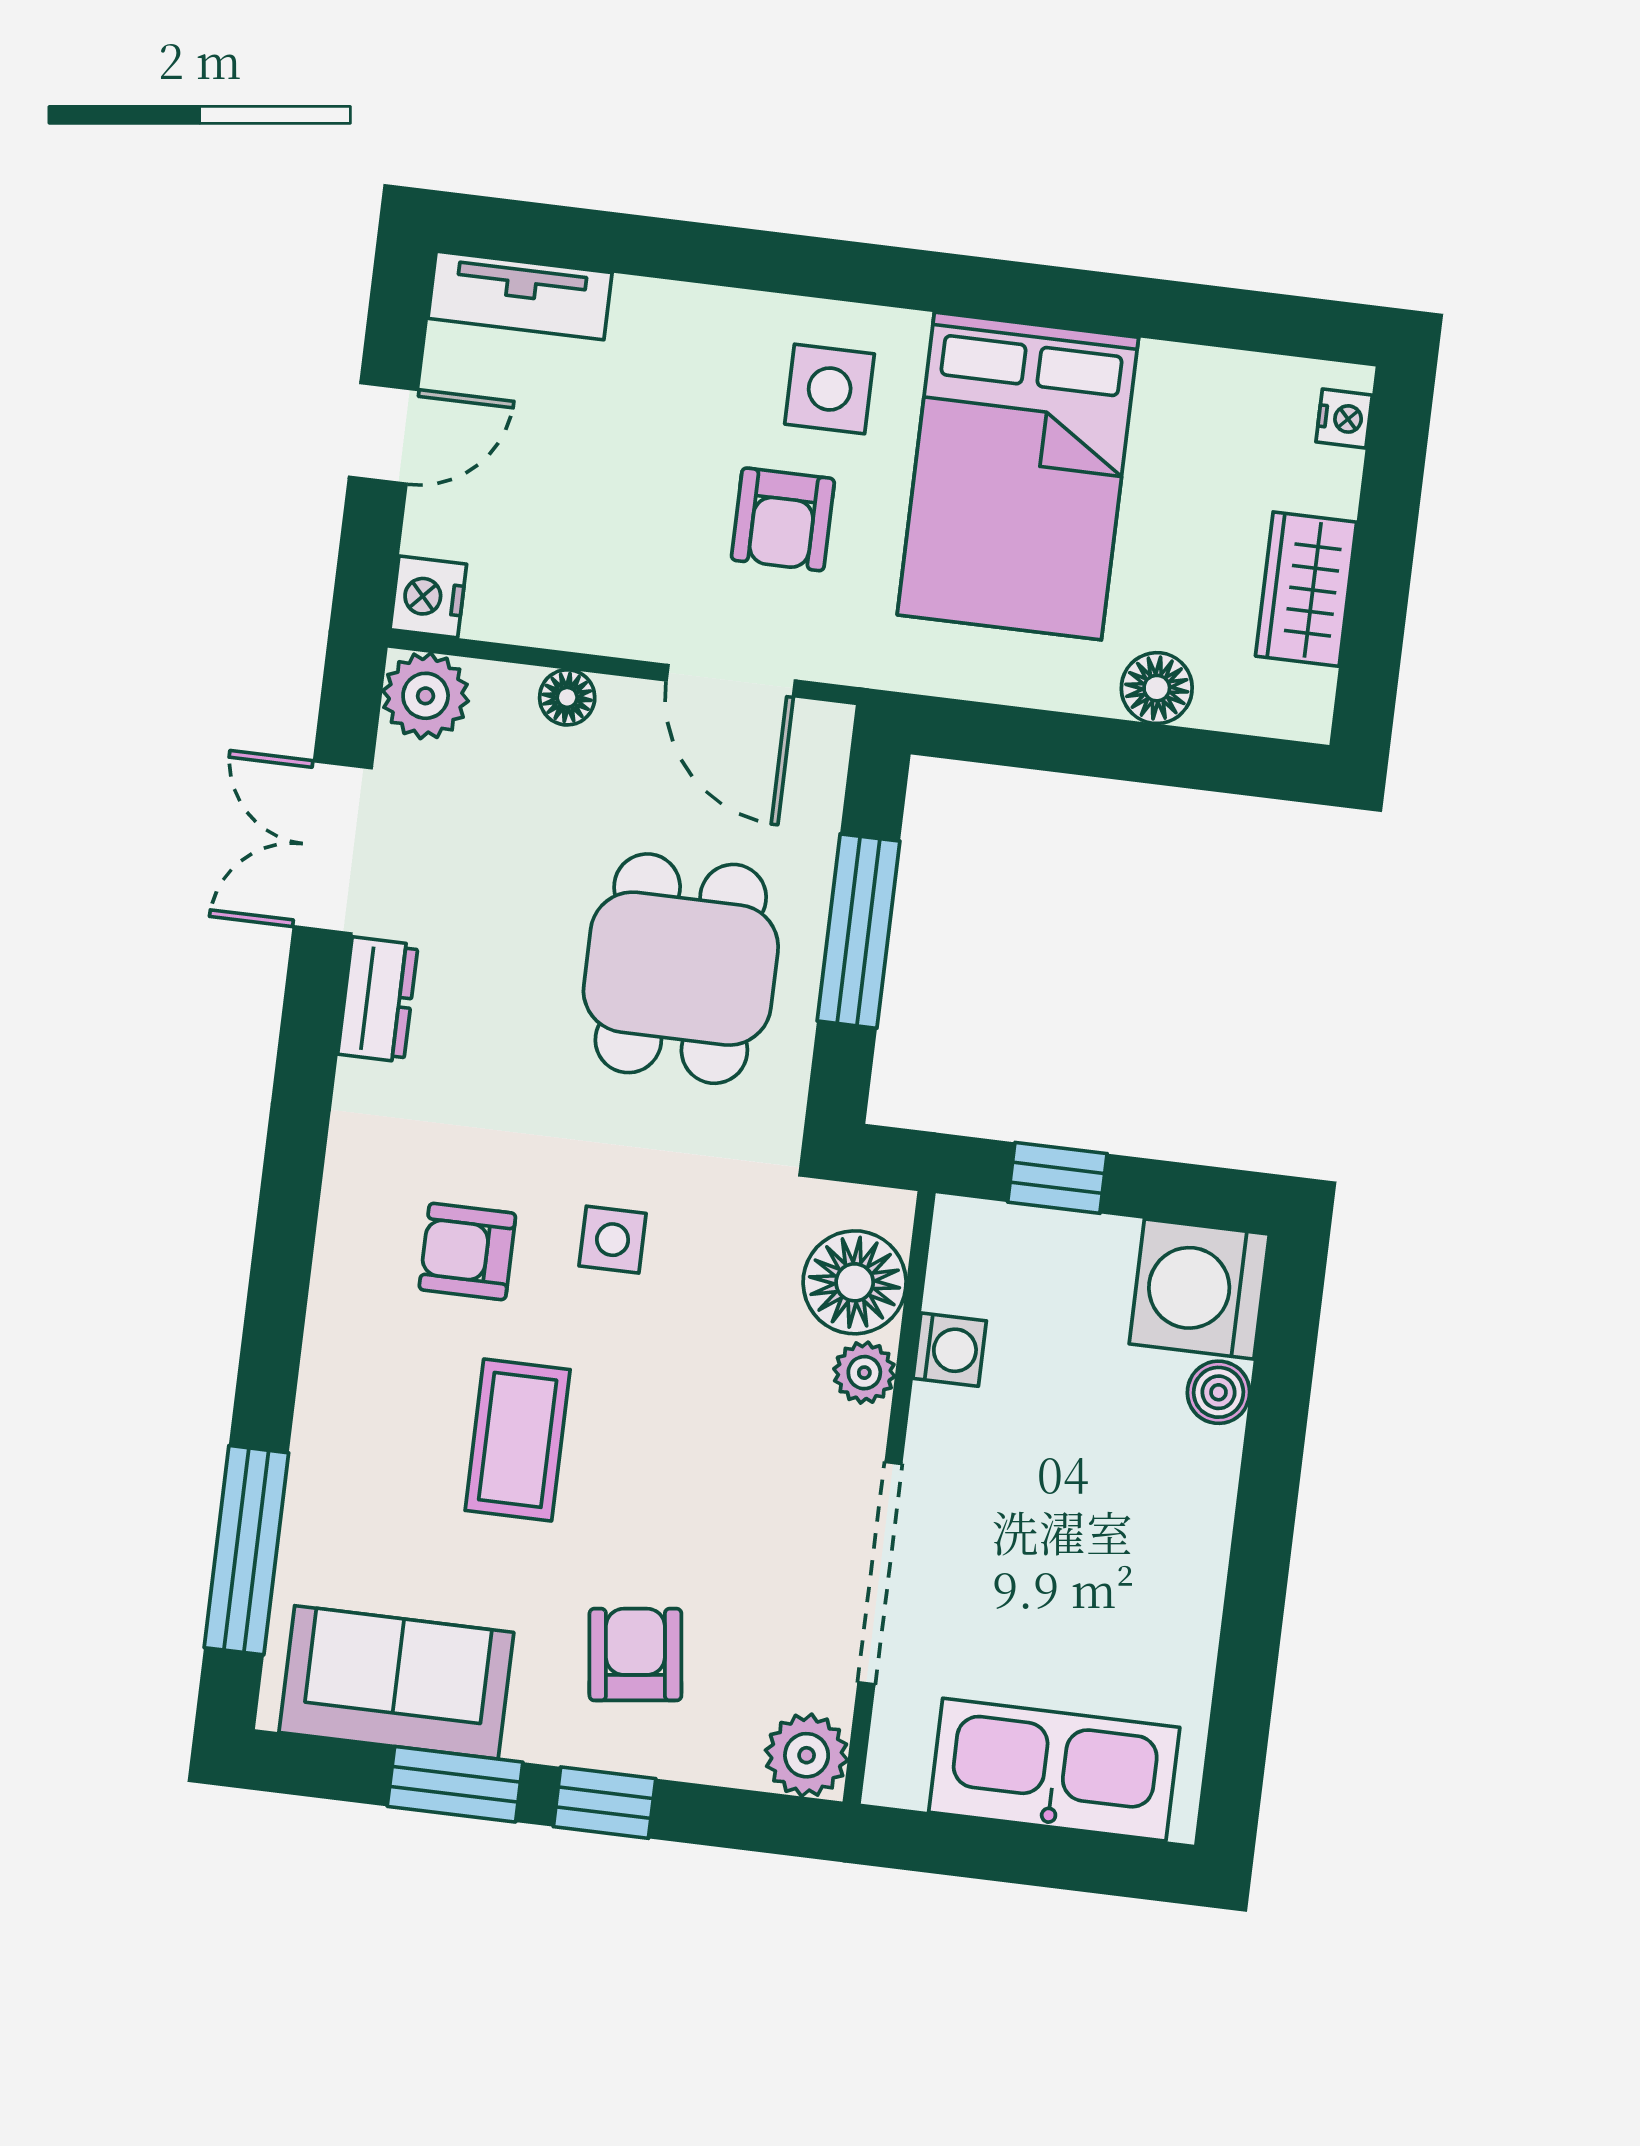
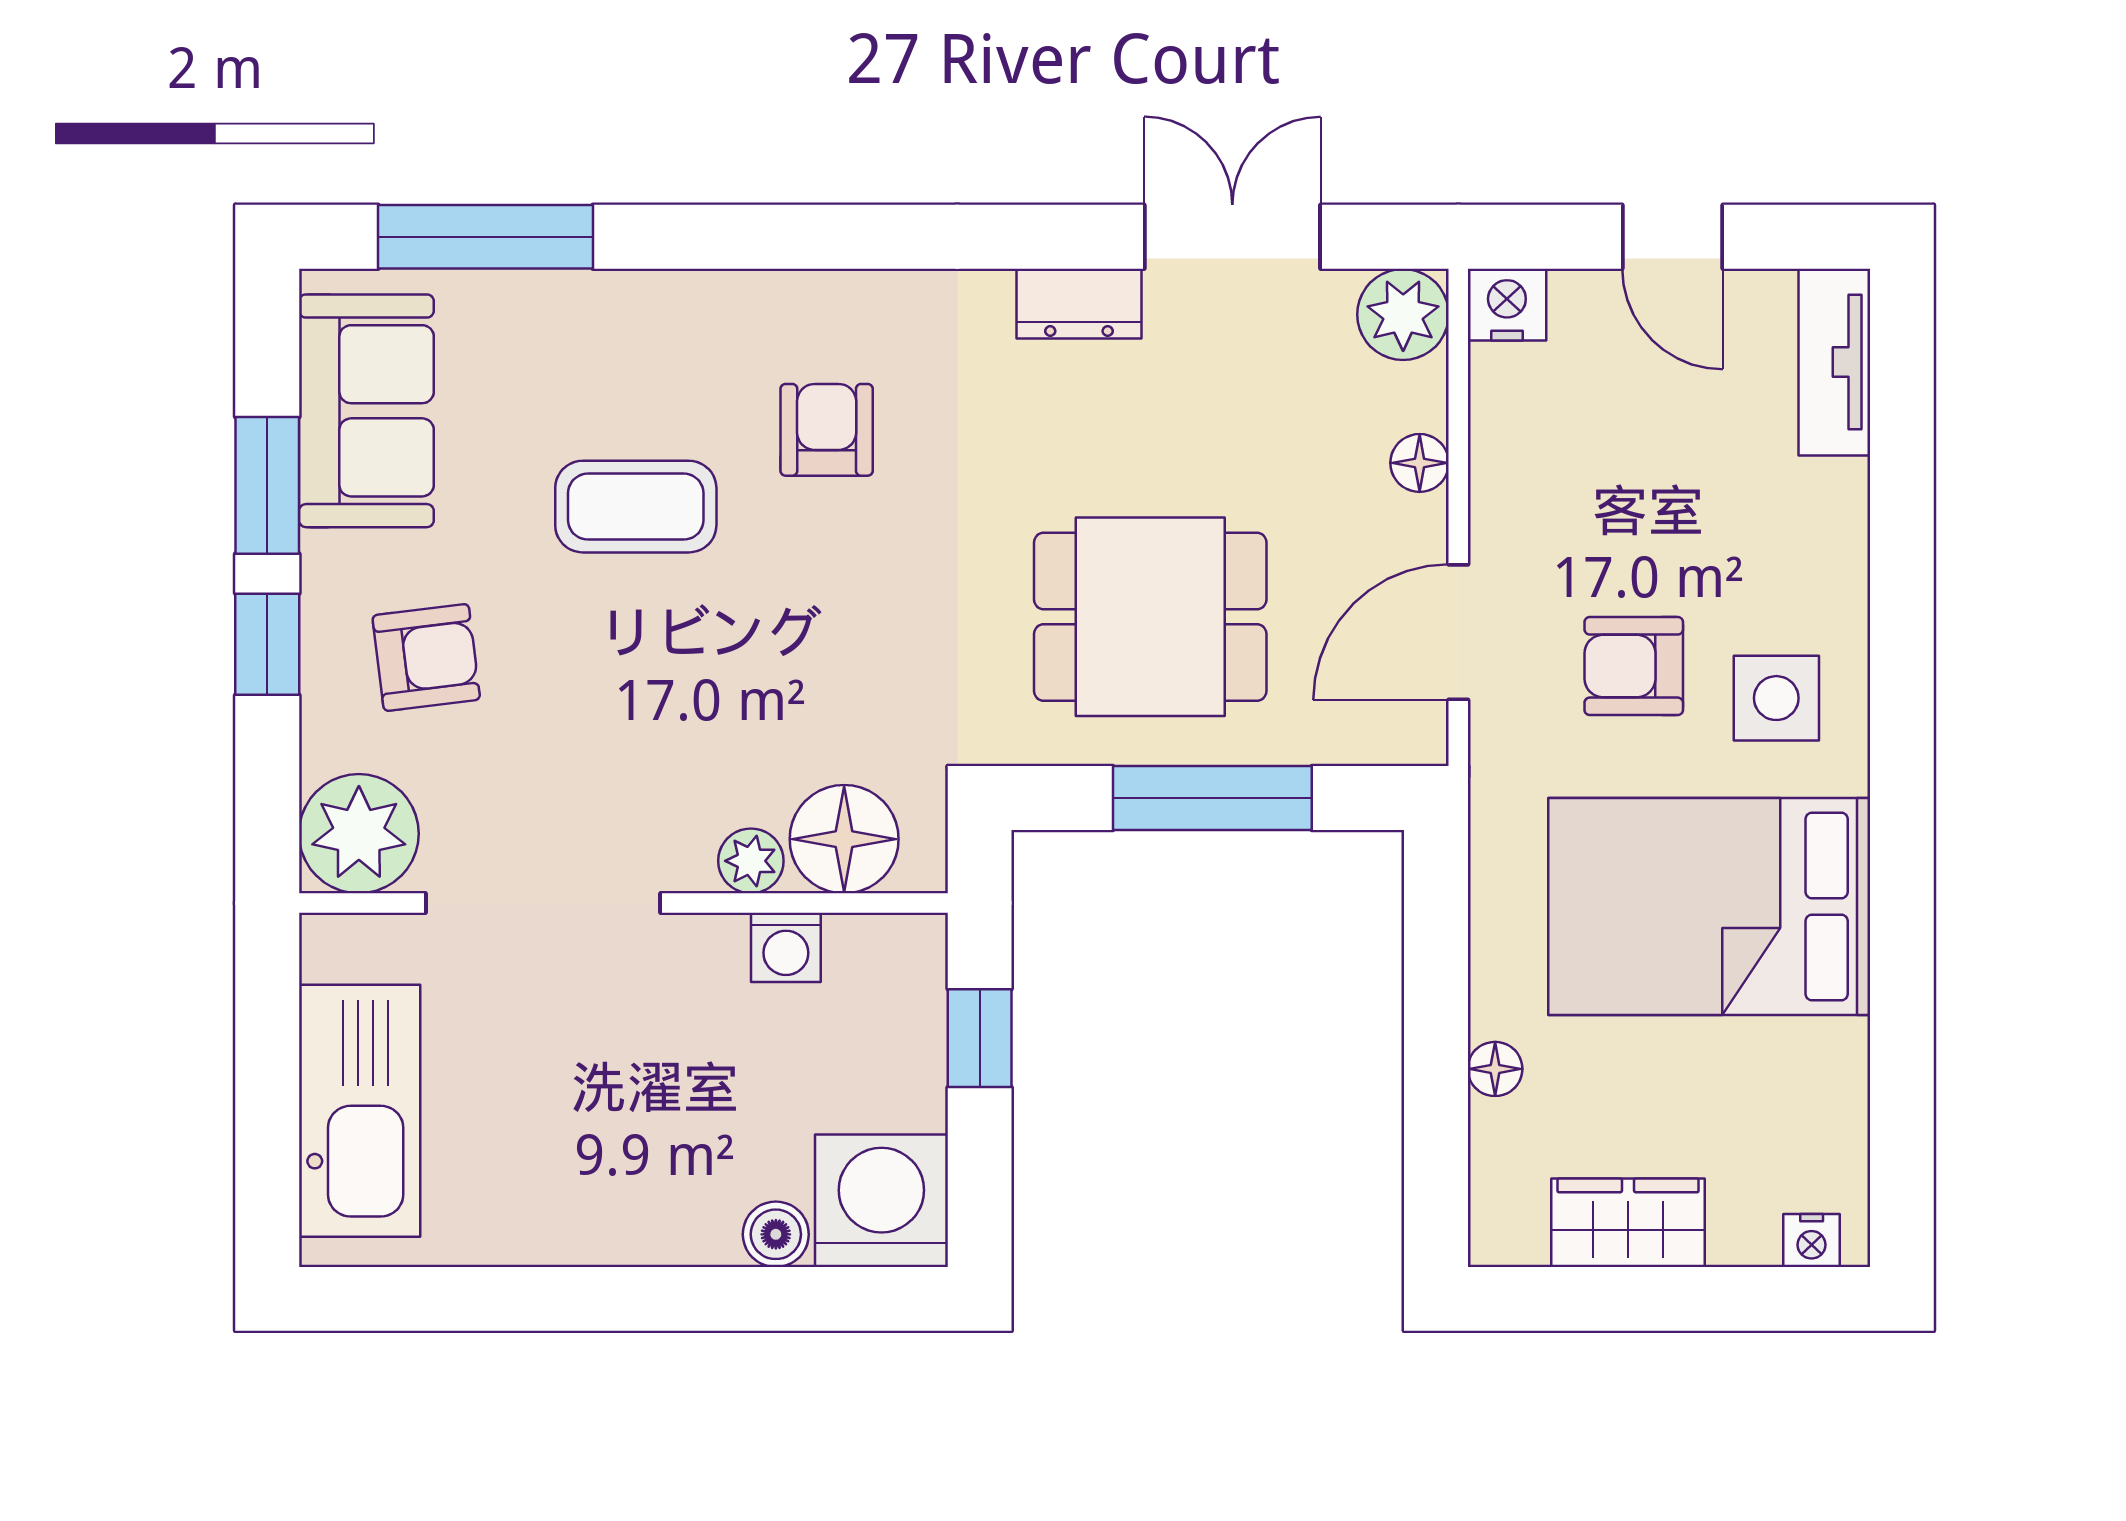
floor lamp: (1157, 688) -> (1495, 1069), width x0.73, depth x0.73
side table: (613, 1240) -> (858, 580), removed
plant: (807, 1755) -> (359, 834), width x1.36, depth x1.36

